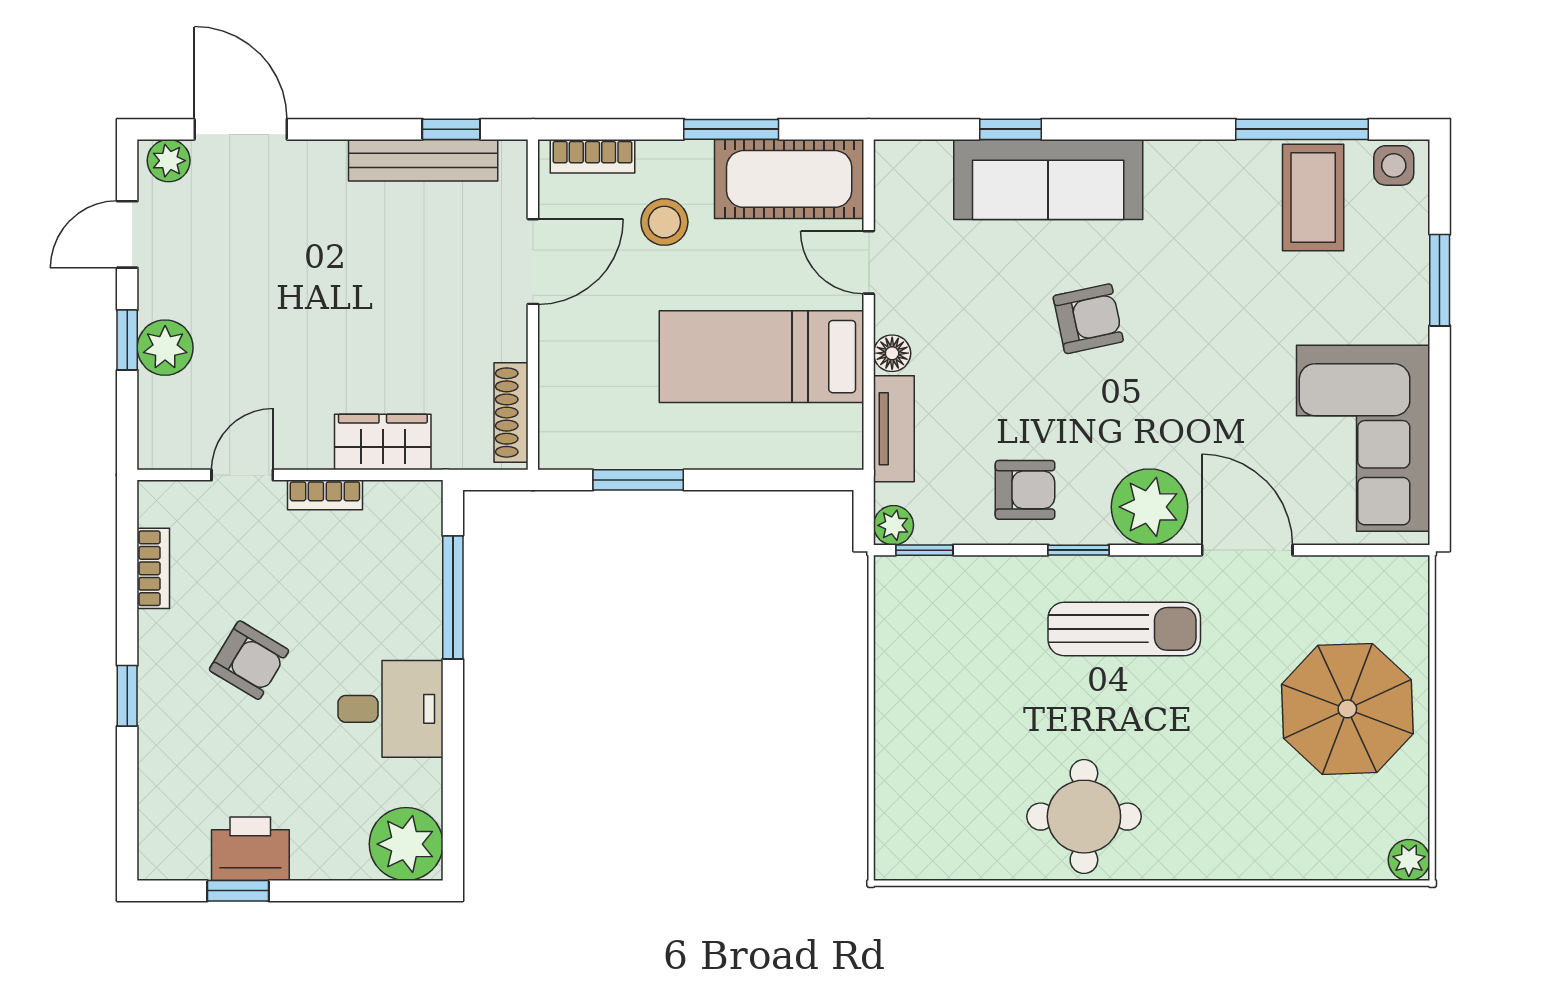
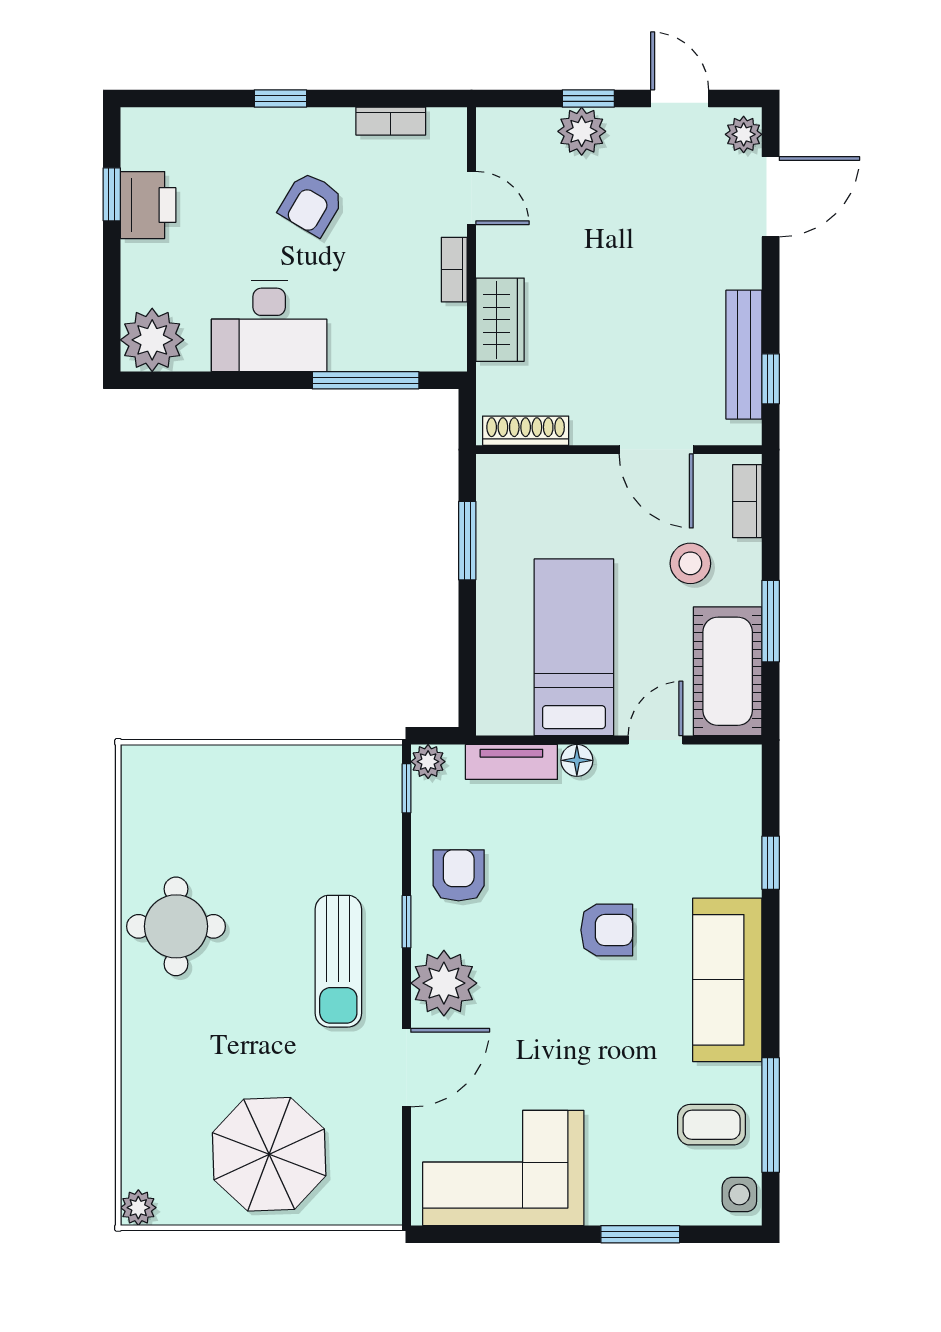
sofa: (1048, 179) -> (727, 980), moved
coffee table: (1313, 198) -> (712, 1125), width x0.73, depth x0.77
armchair: (1088, 319) -> (607, 930), turned -78
armchair: (1025, 490) -> (459, 875), turned 180
desk: (390, 709) -> (269, 326), width x1.37

